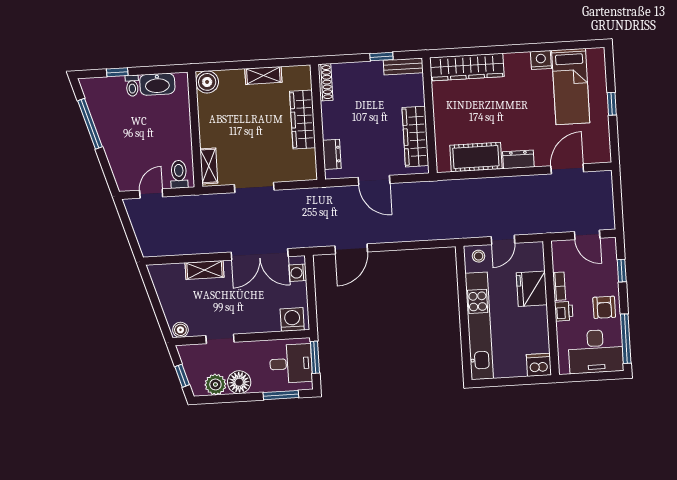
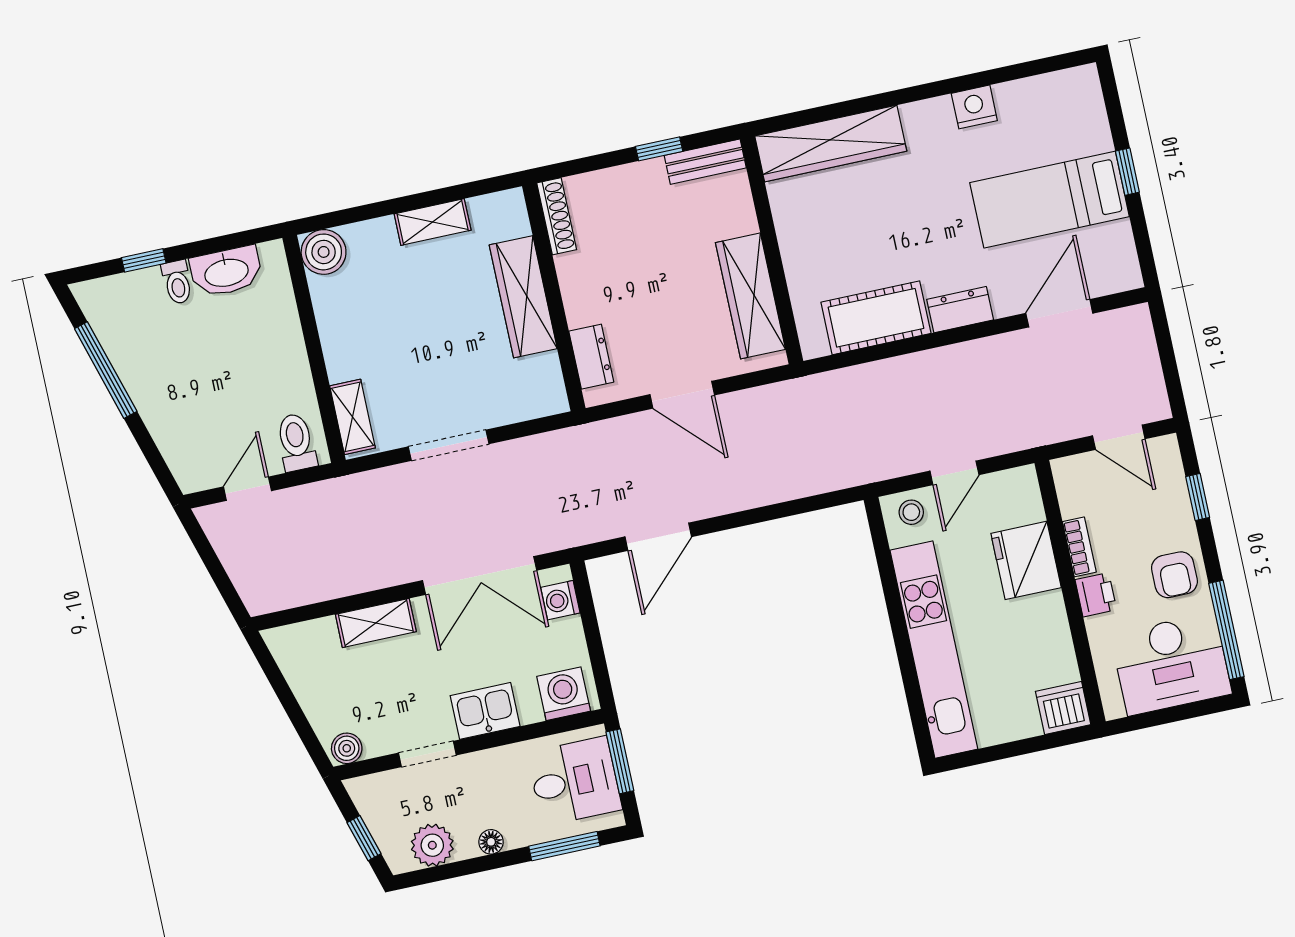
bed: (571, 87) -> (1050, 200), moved, turned 90
kitchen sink: (252, 322) -> (485, 711), added
floor lamp: (239, 382) -> (491, 842), width x0.53, depth x0.53

